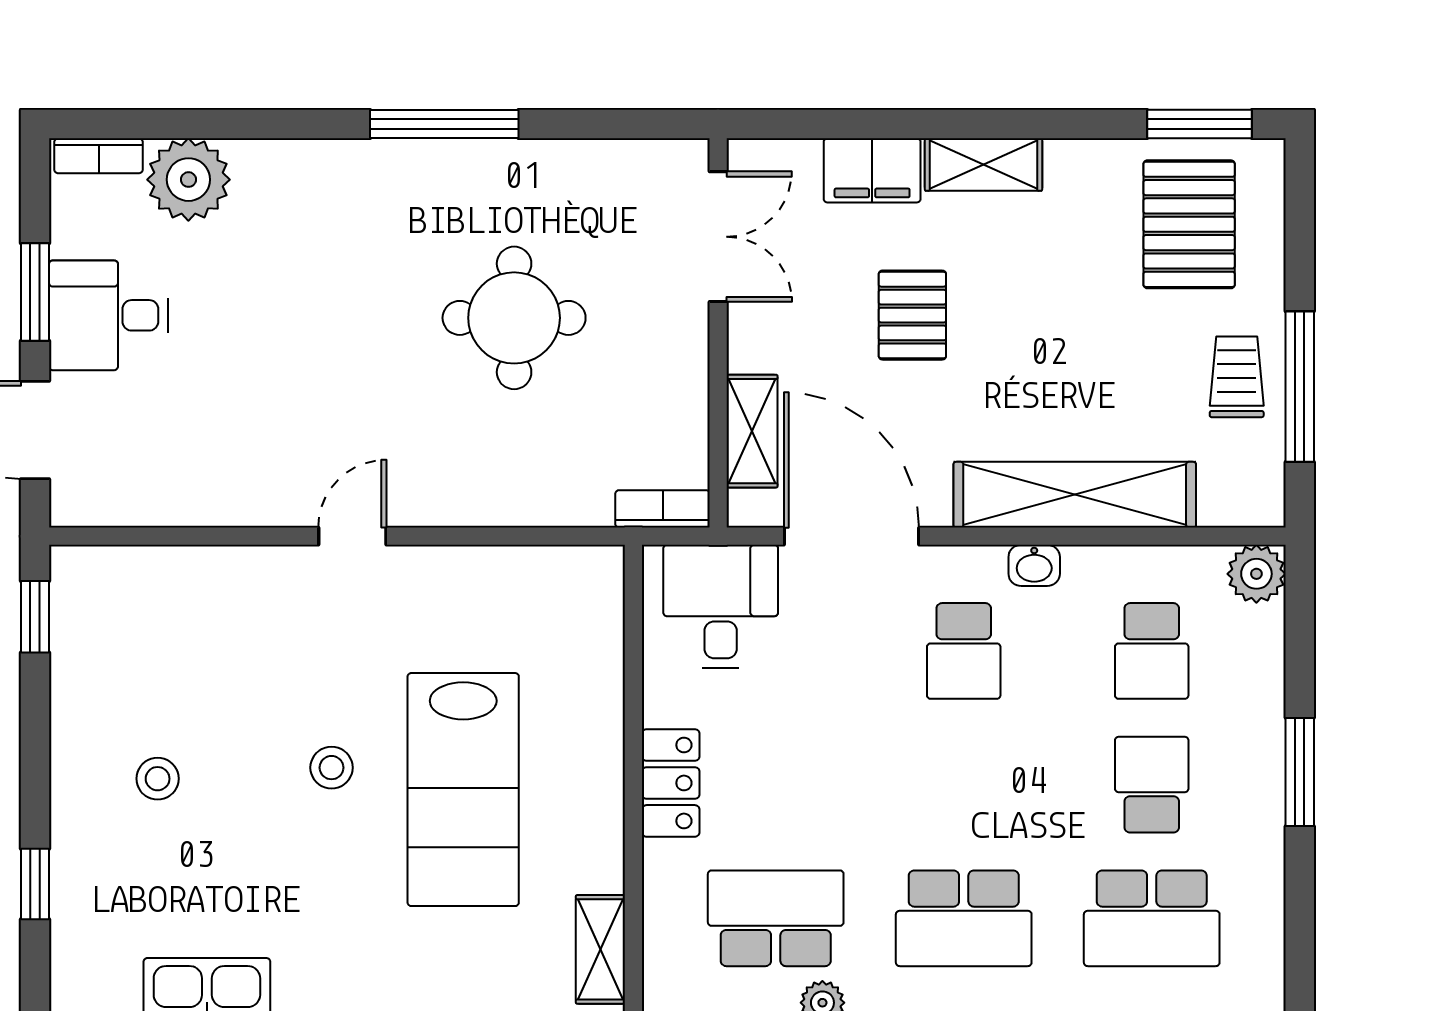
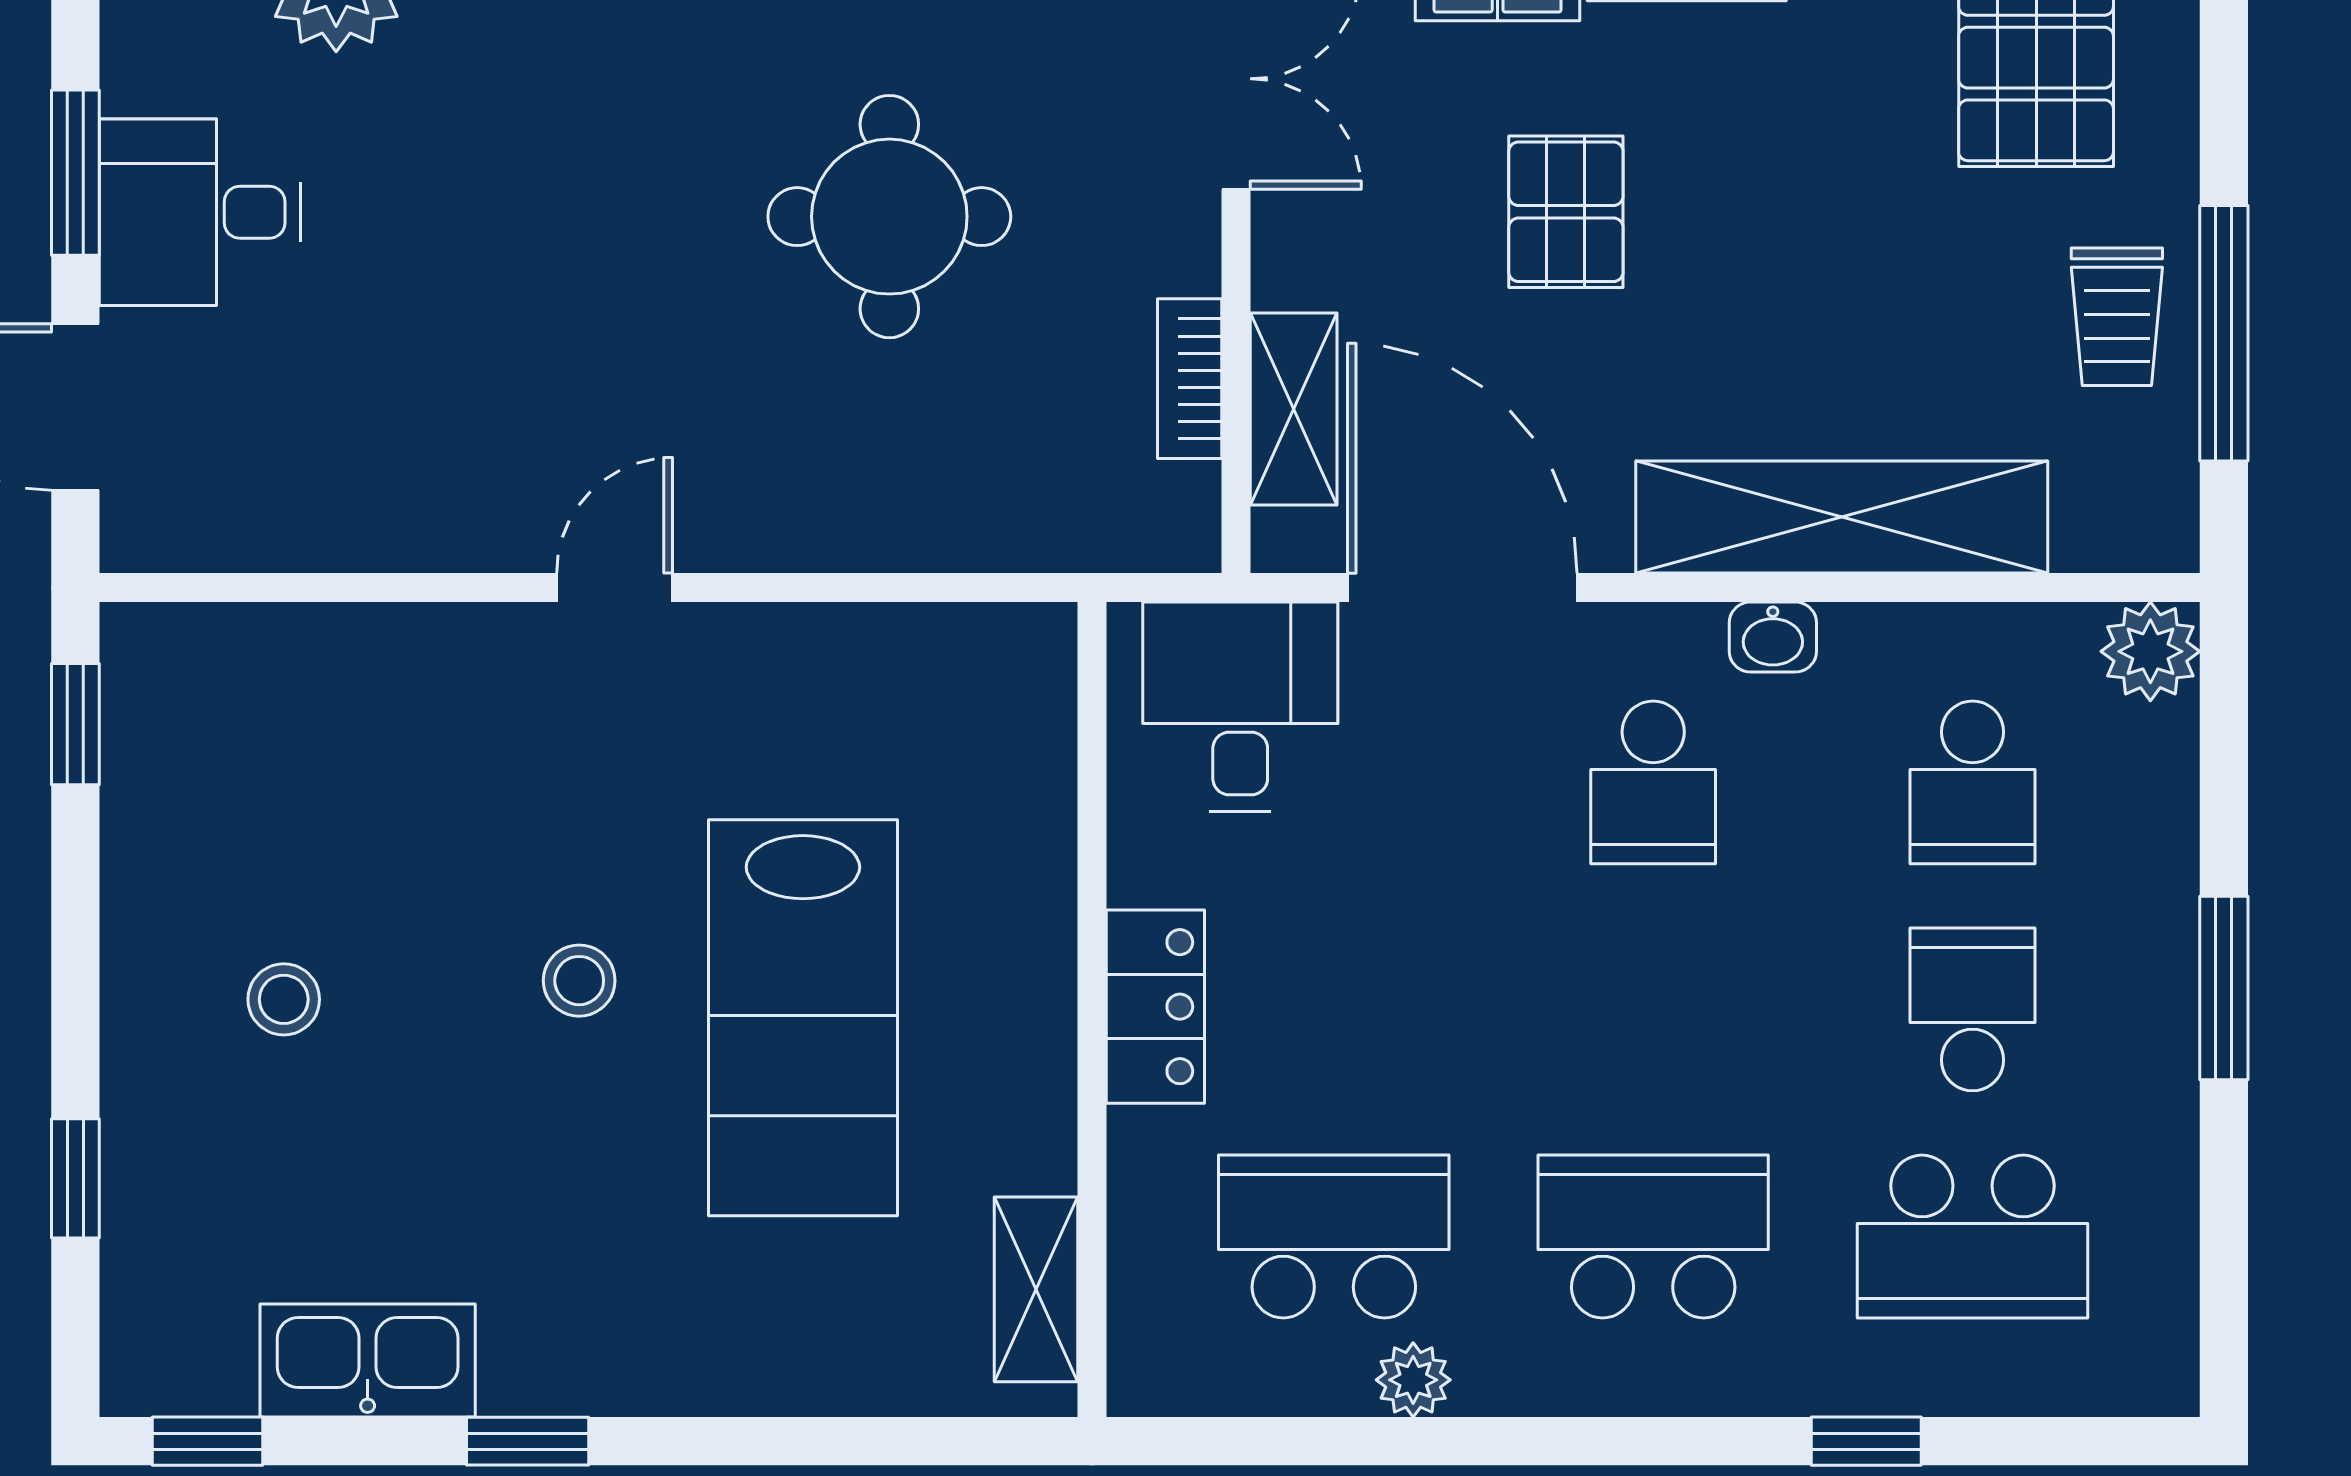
trolley: (1237, 377) -> (2117, 317), turned 180
bookcase: (663, 509) -> (1190, 379), moved, turned -90
school desk: (964, 918) -> (1653, 1237), turned 180

